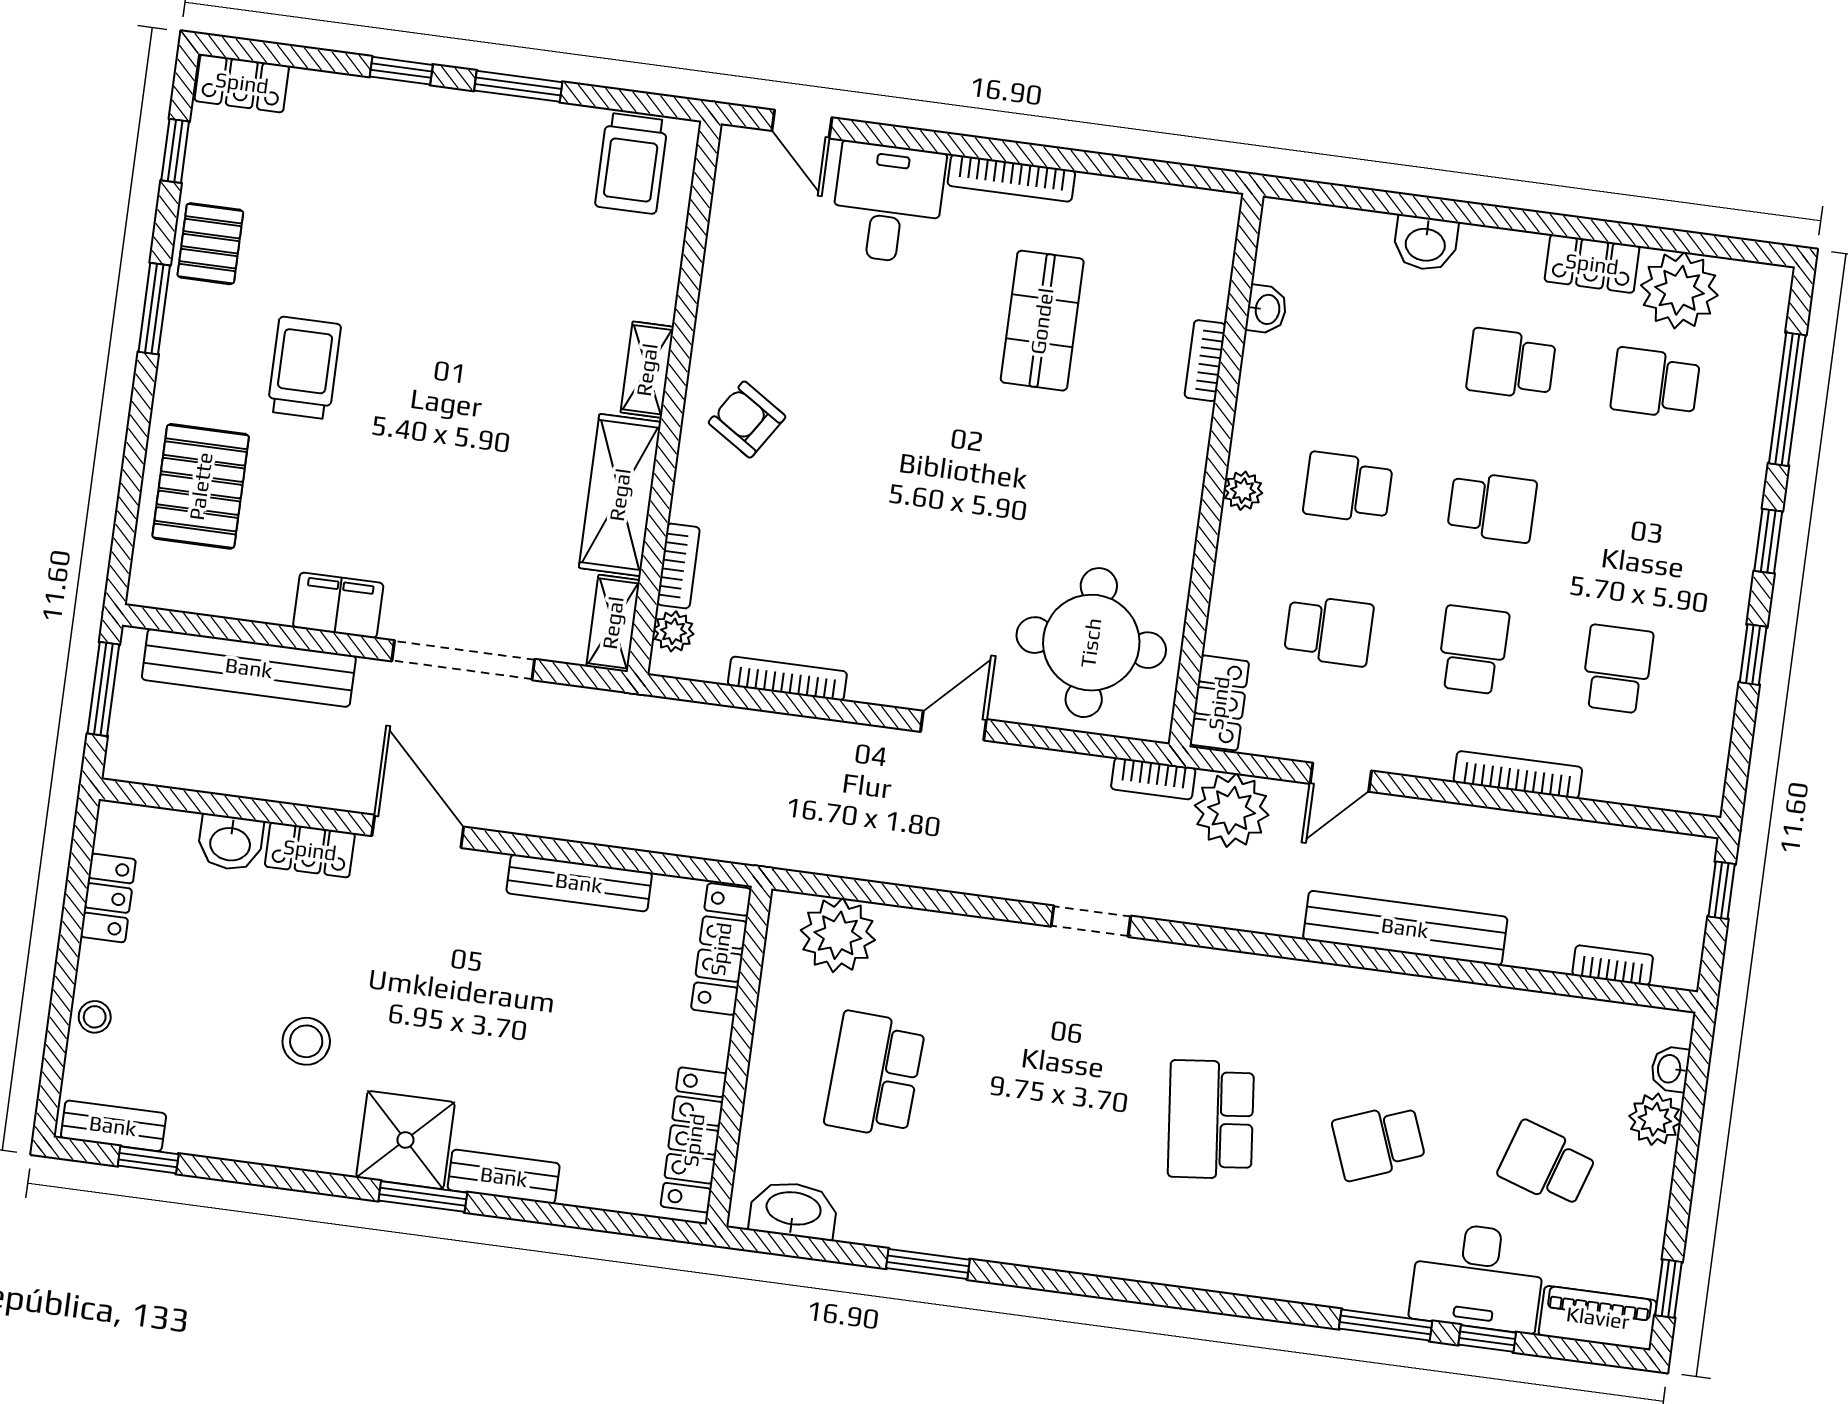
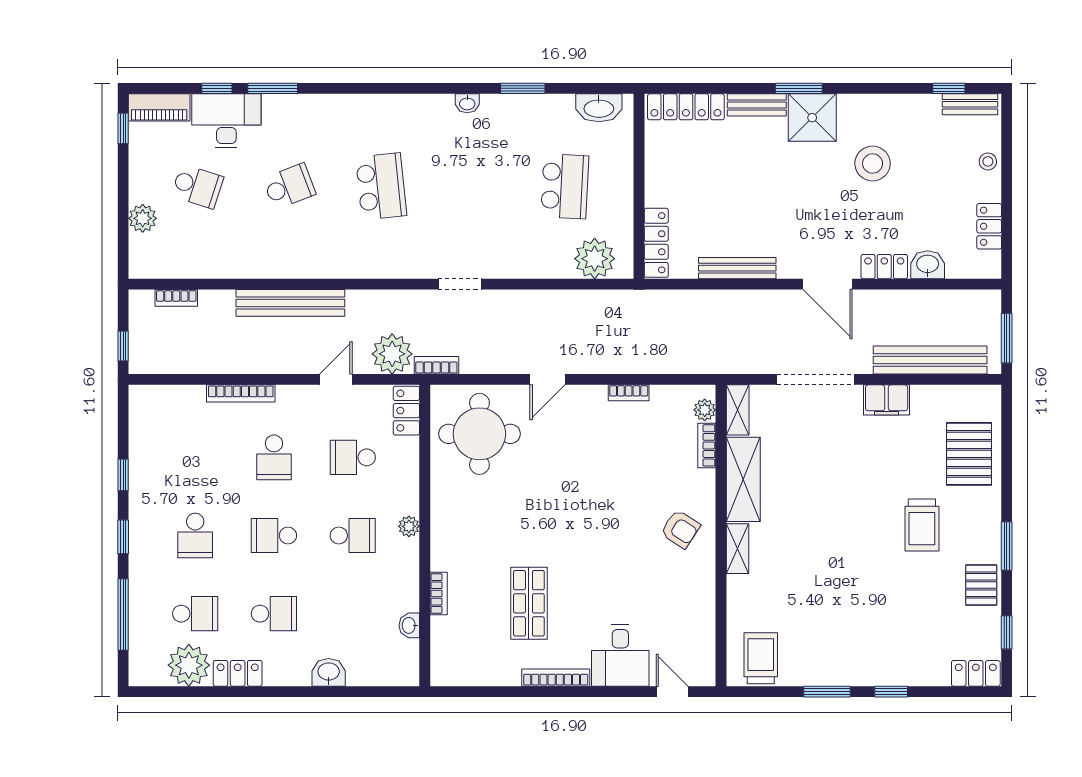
school desk: (1617, 669) -> (195, 536), moved
bookcase: (787, 678) -> (629, 393), width x0.64
stool: (306, 1041) -> (873, 163), width x1.38, depth x1.38
washbasin: (1670, 1069) -> (467, 103), moved, turned 90
locker: (694, 1140) -> (686, 107), moved, turned 90

